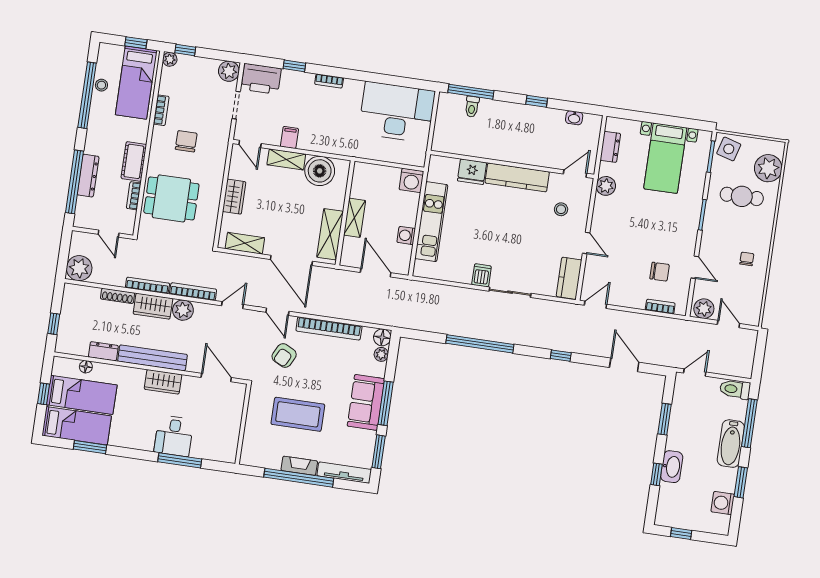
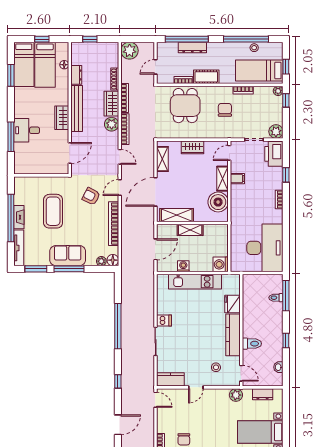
chair: (186, 141) -> (225, 110), turned -90
toilet: (534, 152) -> (252, 344), added

